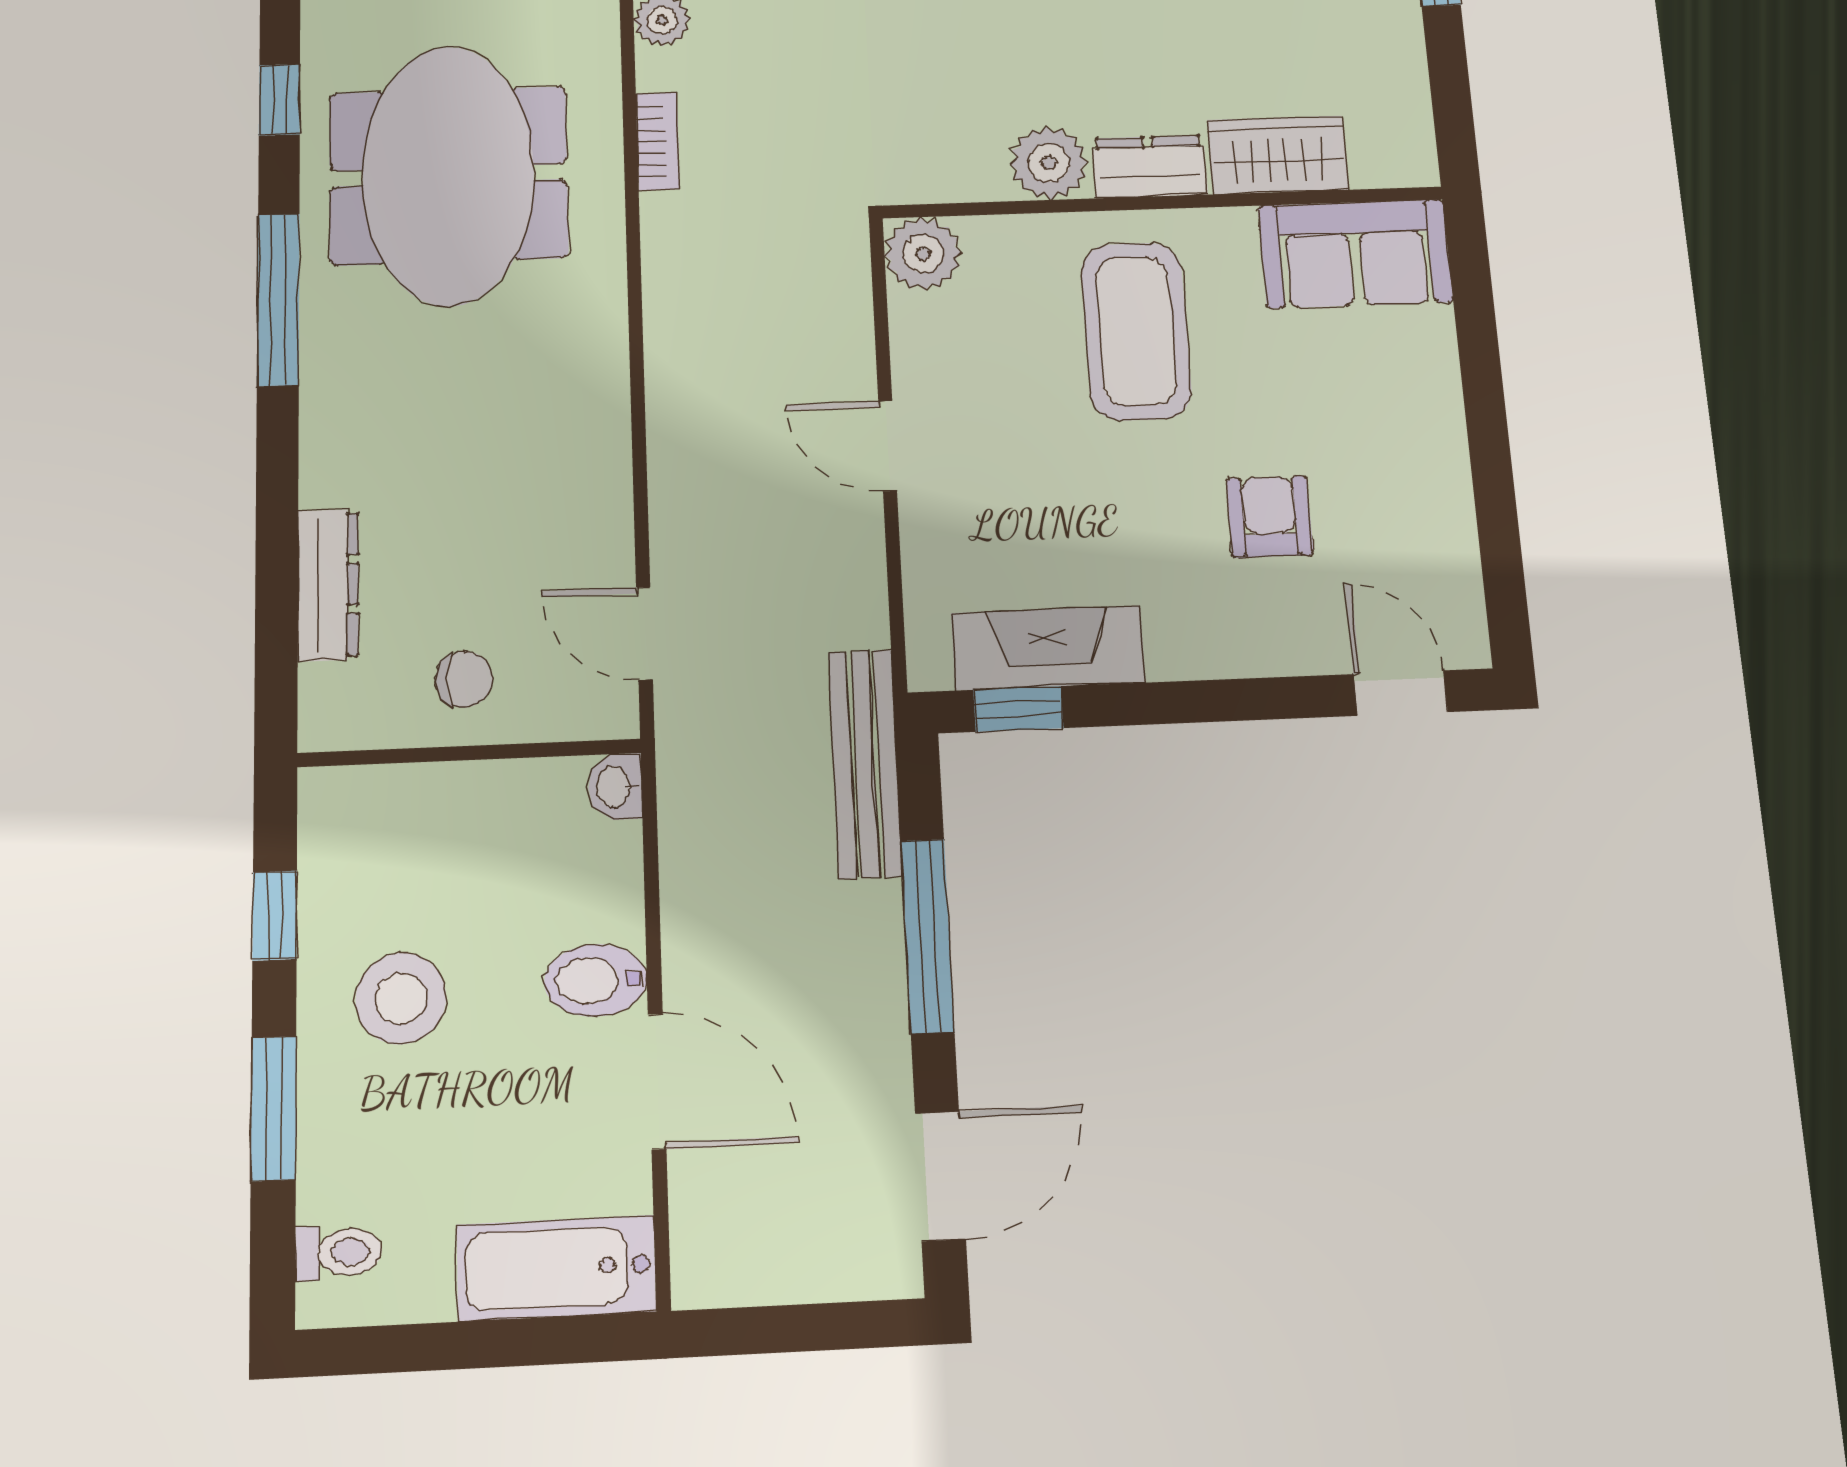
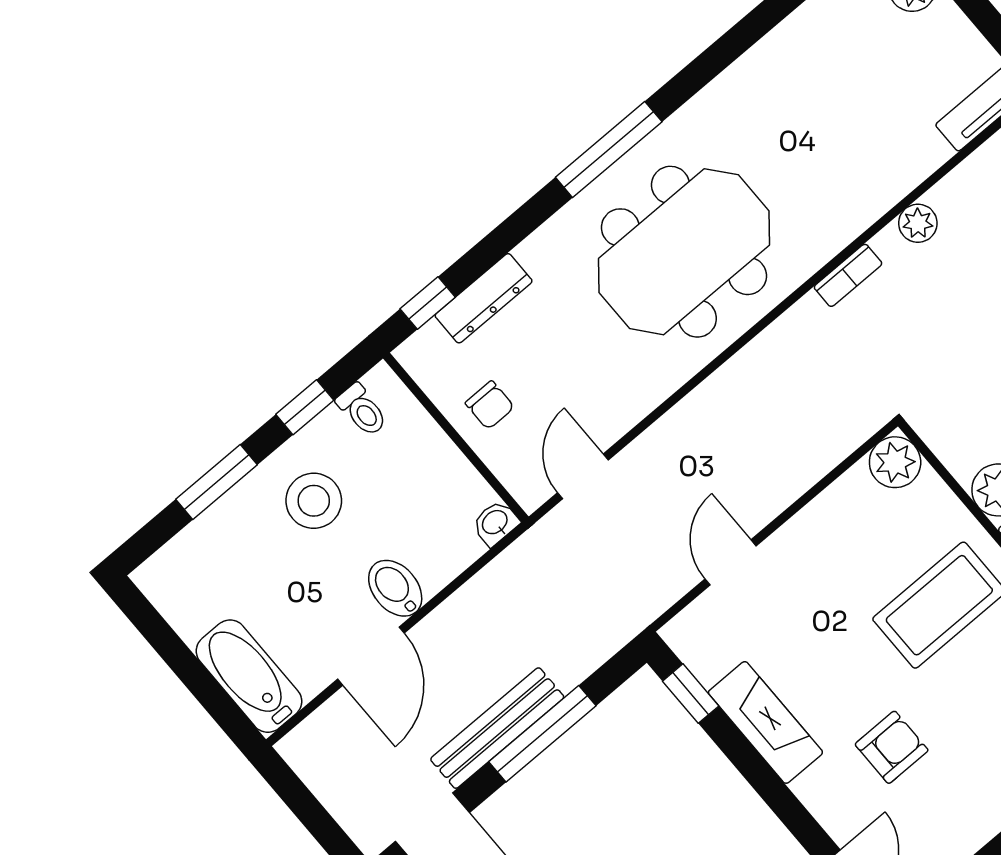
window: (280, 100) -> (428, 303), moved
meeting table: (449, 175) -> (684, 252), moved
door: (888, 446) -> (730, 562), moved
fireplace: (1048, 648) -> (765, 722), moved
bench: (865, 763) -> (497, 728), moved
toilet: (339, 1252) -> (362, 410), moved

